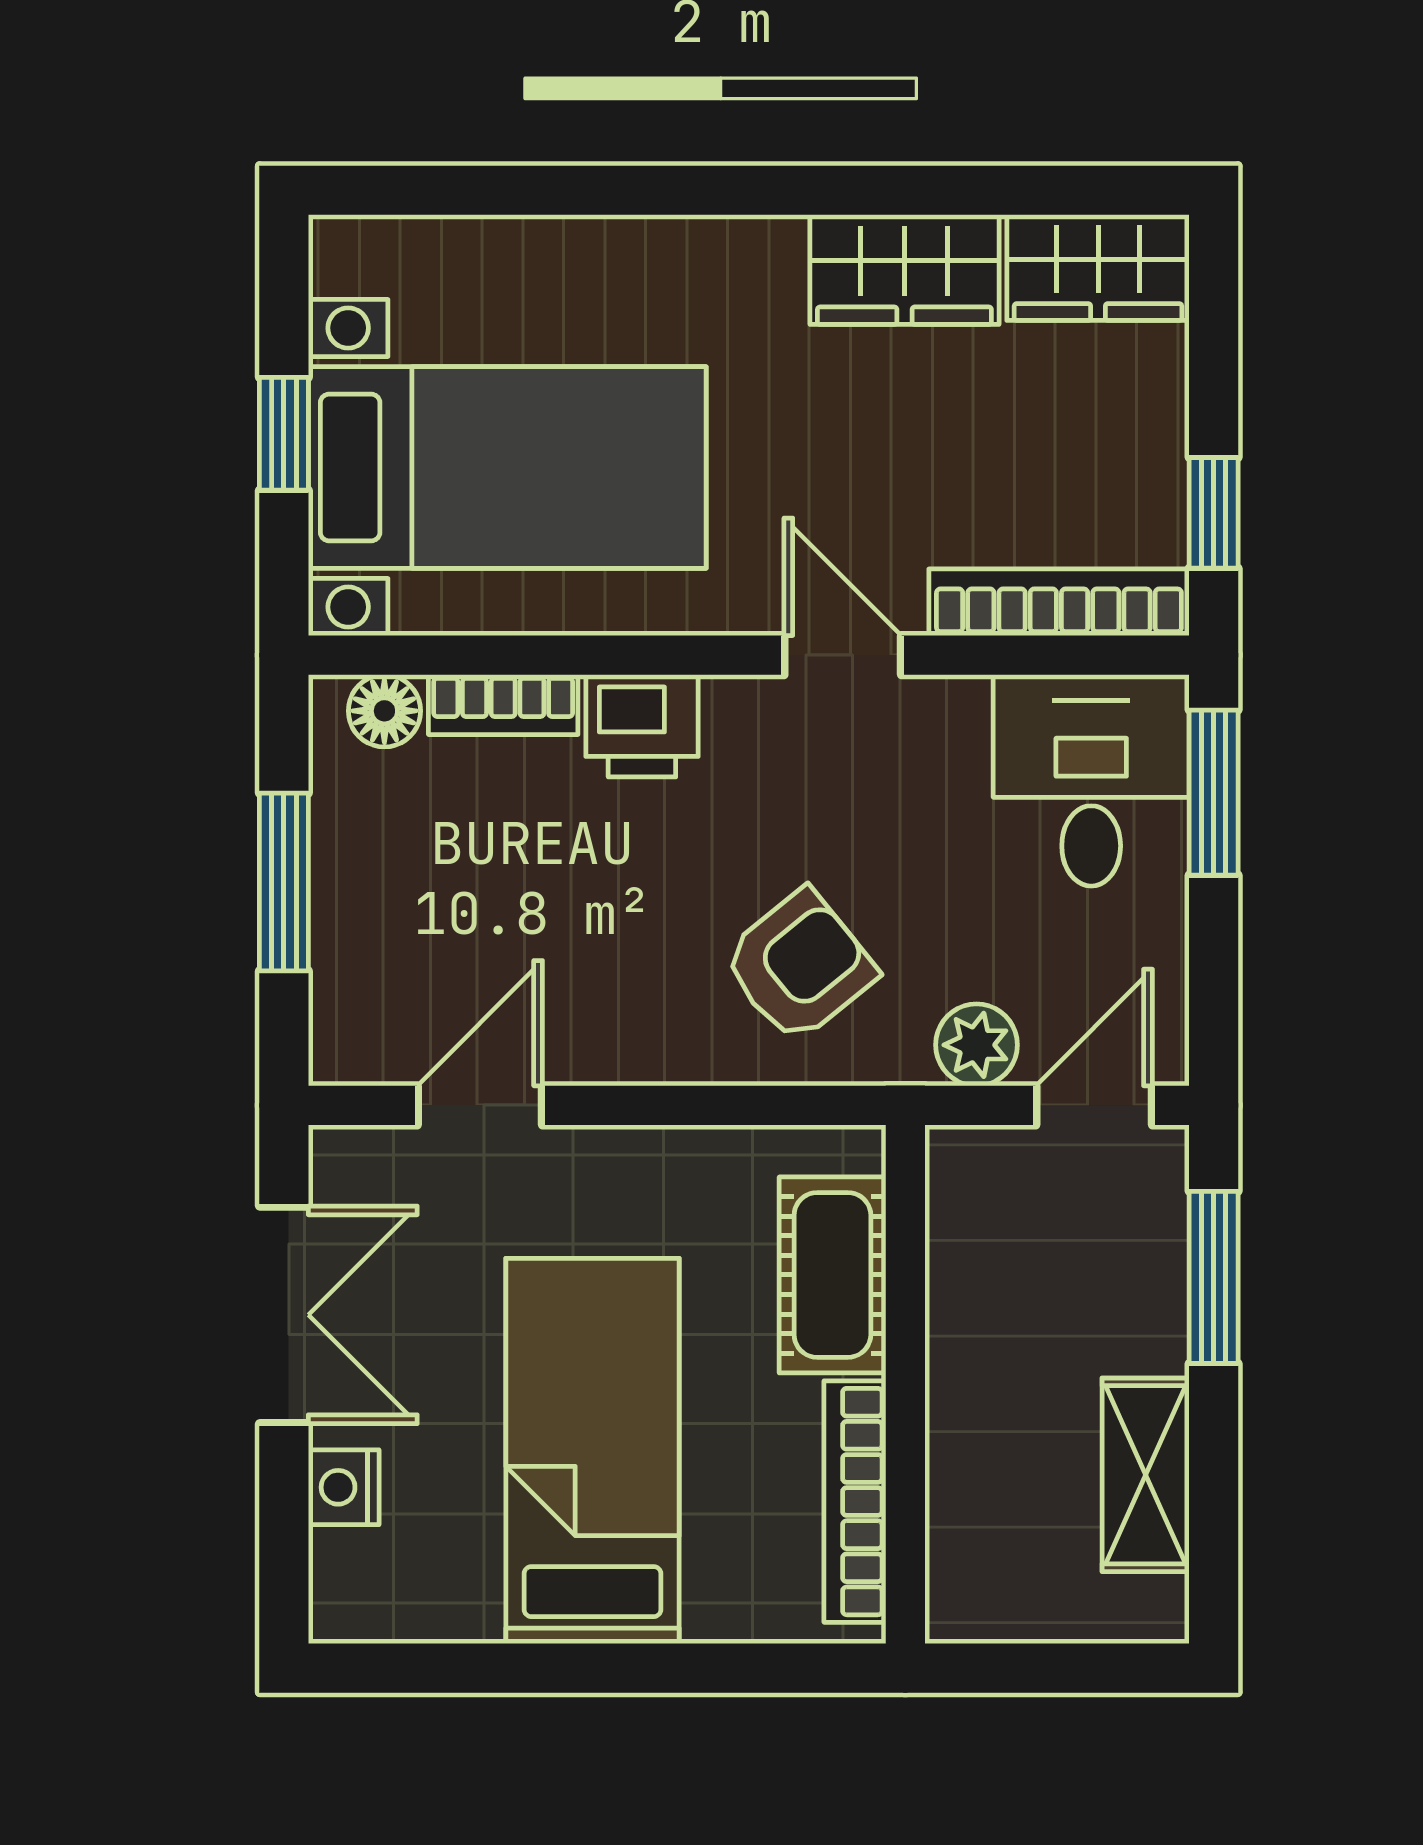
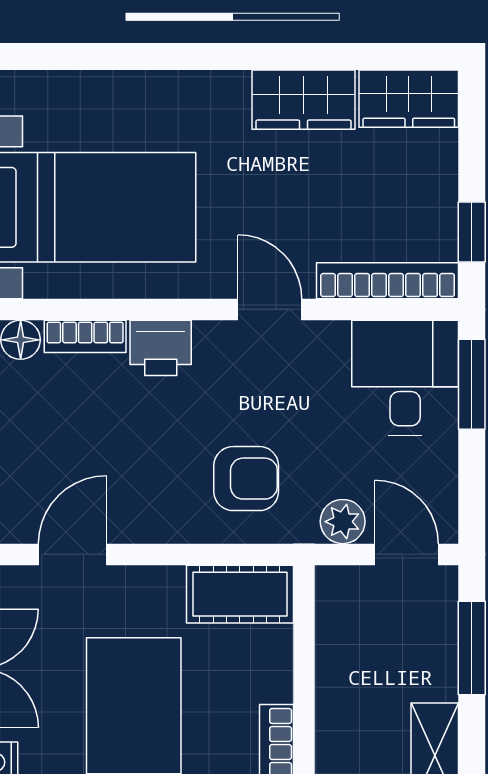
armchair: (799, 966) -> (246, 479), turned 39
door: (1094, 1105) -> (407, 554), hinge flipped
cot: (832, 1275) -> (240, 594), moved, turned 90

